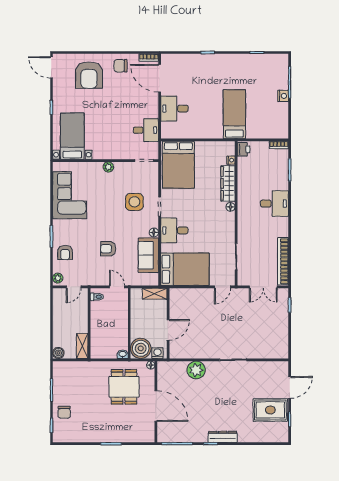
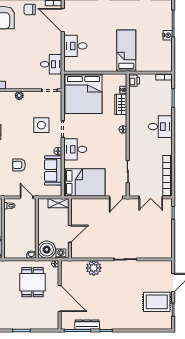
bed: (178, 165) -> (84, 94), width x1.36
wardrobe: (228, 183) -> (121, 104), width x0.67
dresser: (223, 437) -> (87, 325), moved

